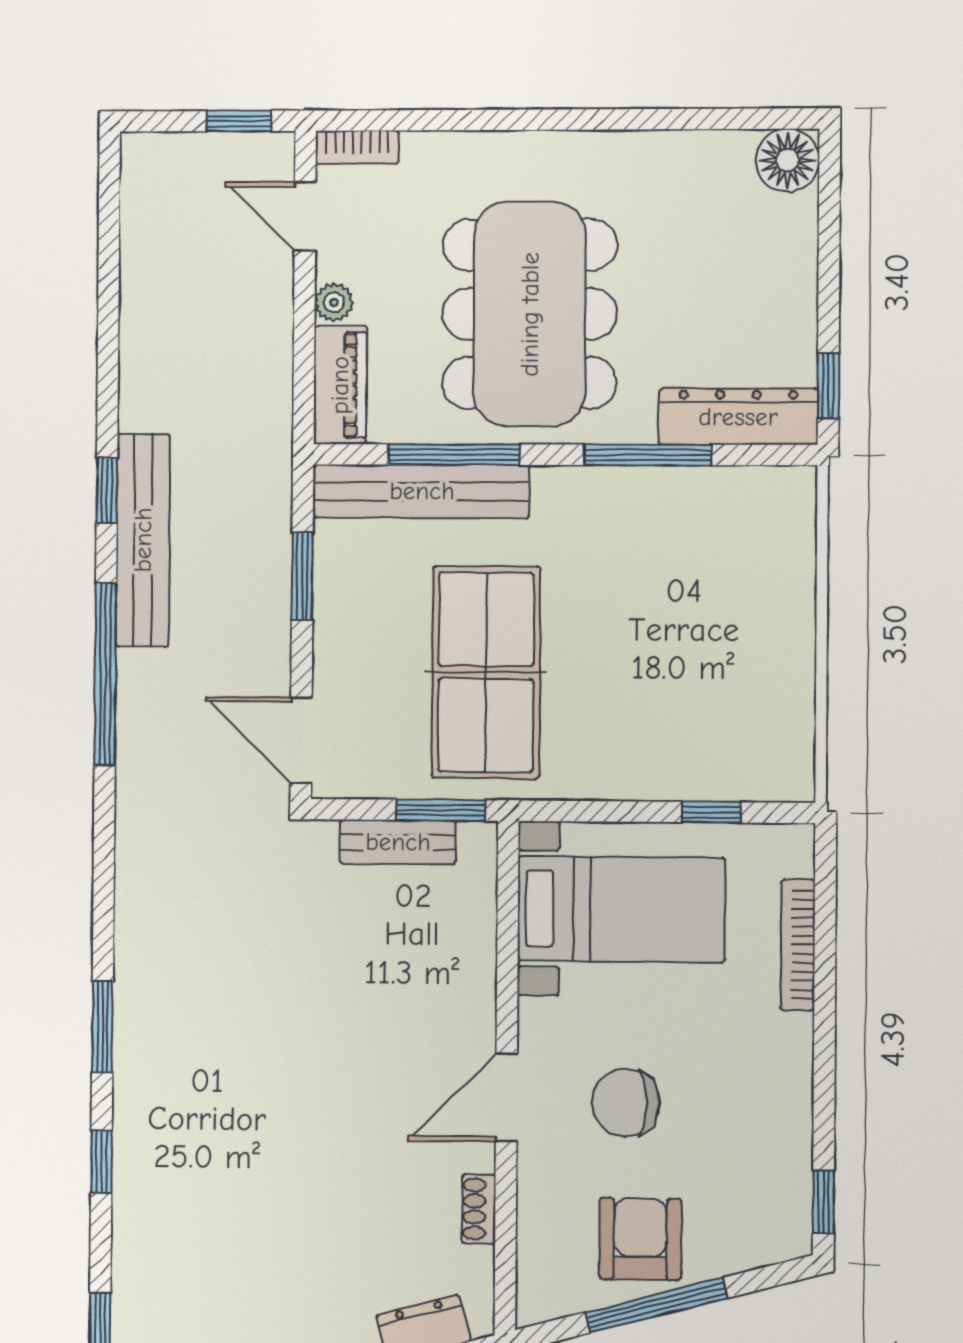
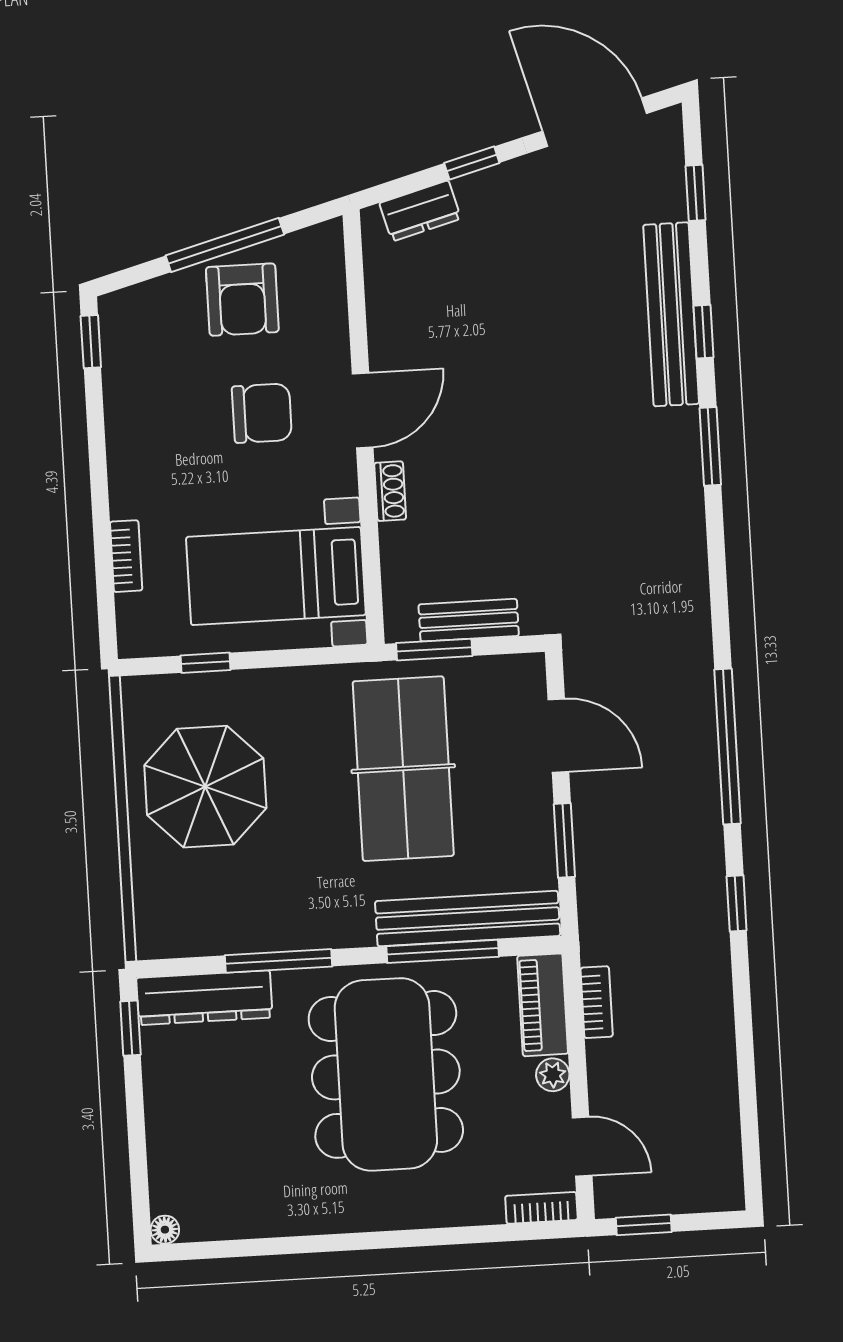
floor lamp: (788, 160) -> (165, 1230), width x0.53, depth x0.53
bookcase: (277, 385) -> (597, 1002), added
bench: (143, 540) -> (671, 314), moved
parasol: (721, 666) -> (205, 787), added
door: (301, 741) -> (558, 736), moved
bookcase: (798, 945) -> (126, 556), width x0.64
shoe rack: (479, 1209) -> (390, 491), moved

